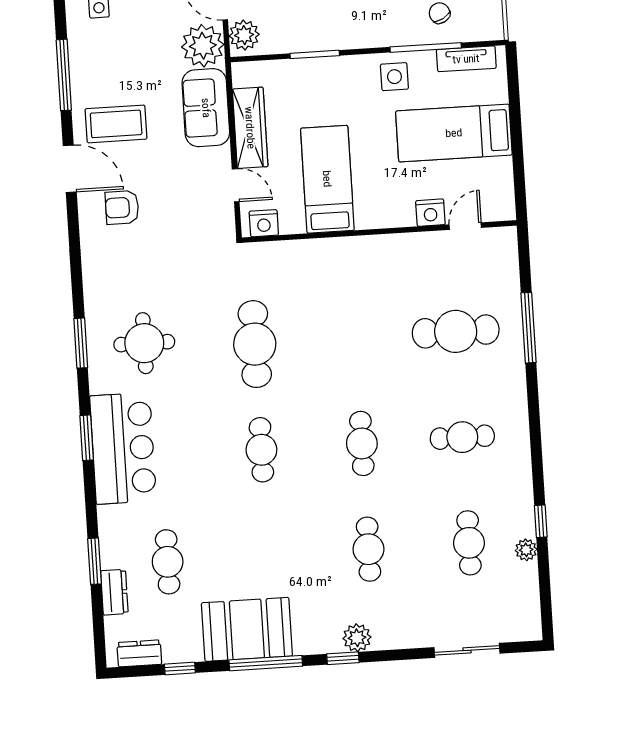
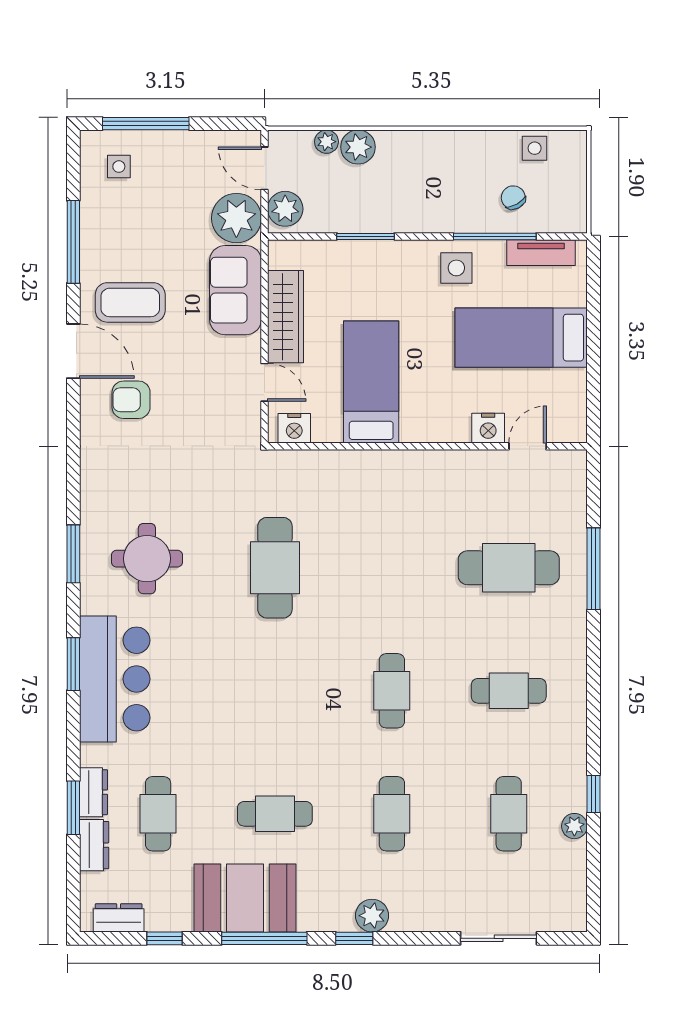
cafe table: (261, 450) -> (275, 814), moved, turned 90
dresser: (111, 547) -> (93, 792), added

